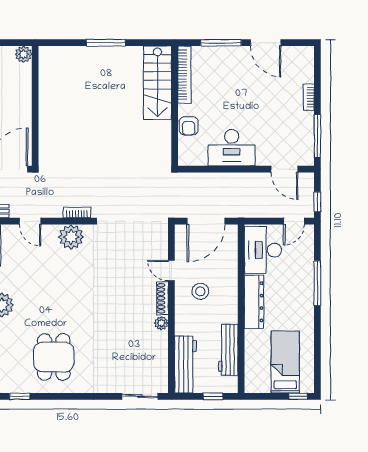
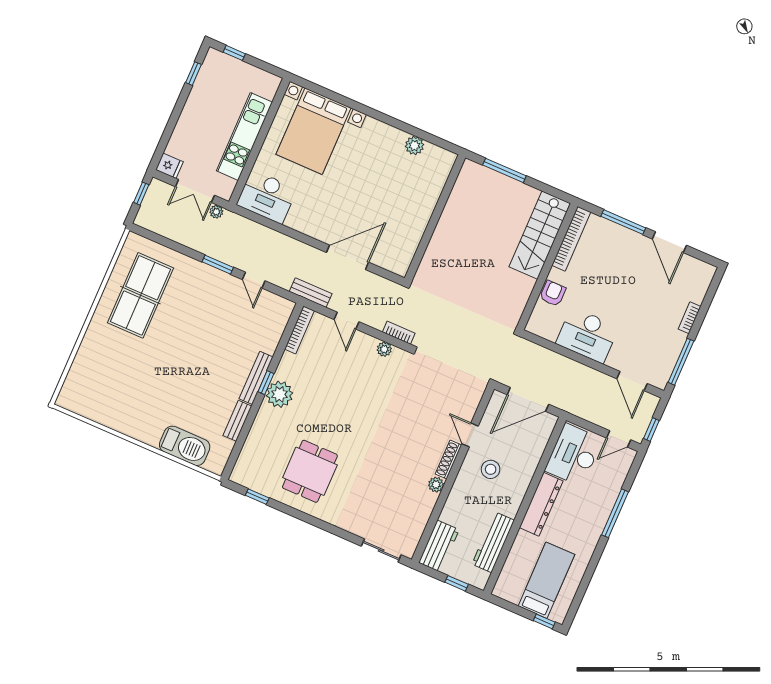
wall: (35, 106) -> (435, 218), moved
armchair: (189, 126) -> (553, 293), turned 180
plant: (71, 237) -> (384, 349), width x0.53, depth x0.53
workbench: (185, 364) -> (439, 546), width x0.73

